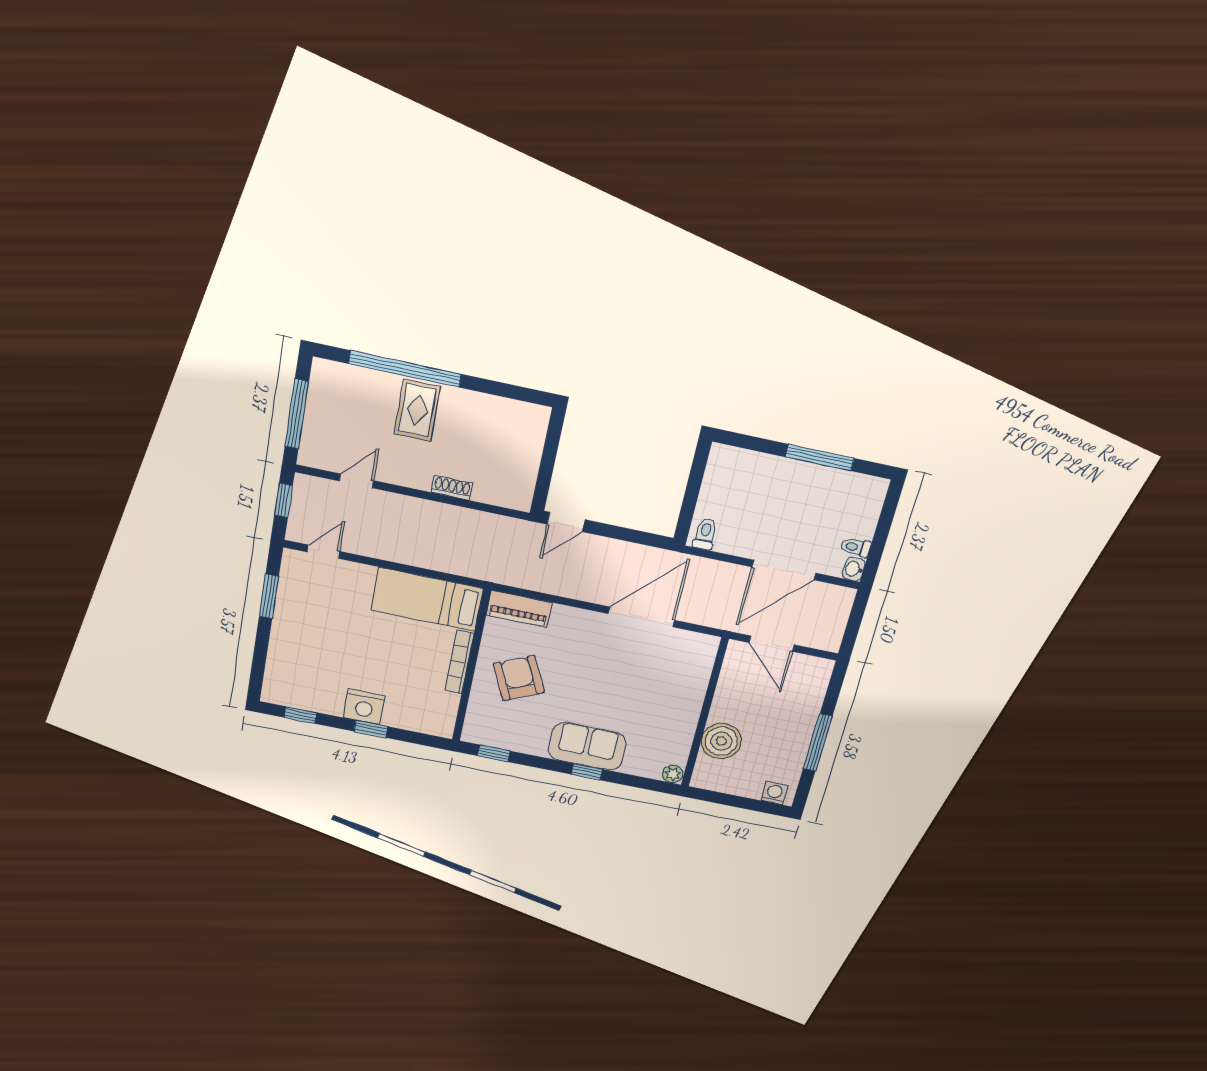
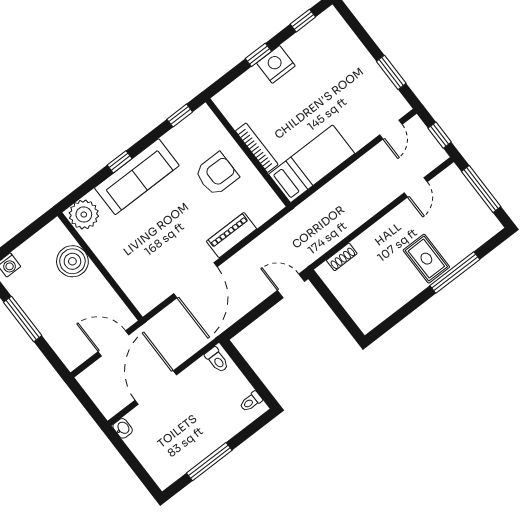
window: (405, 369) -> (455, 273), width x0.68
shoe rack: (452, 488) -> (342, 257), moved
door: (566, 522) -> (291, 286), hinge flipped
toilet: (856, 547) -> (251, 402), moved, turned 180
piano: (519, 609) -> (232, 235), moved
armchair: (519, 678) -> (217, 174), turned -65
sofa: (587, 746) -> (137, 177), width x1.36
plant: (673, 774) -> (84, 215), width x1.88, depth x1.88

